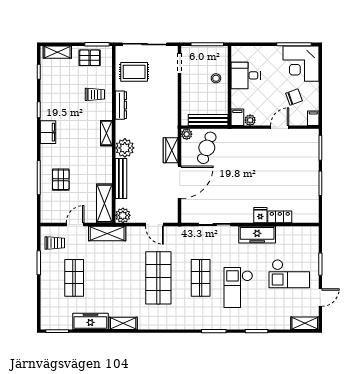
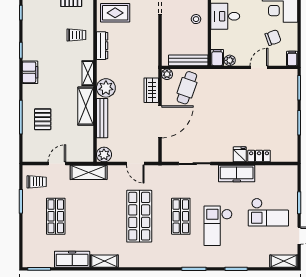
shelving: (104, 203) -> (86, 106), moved

